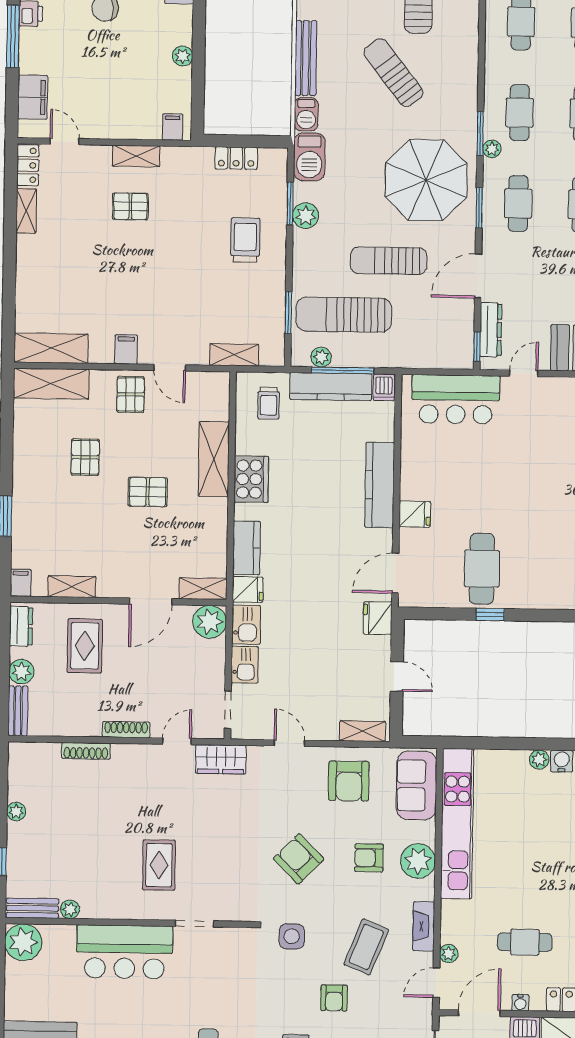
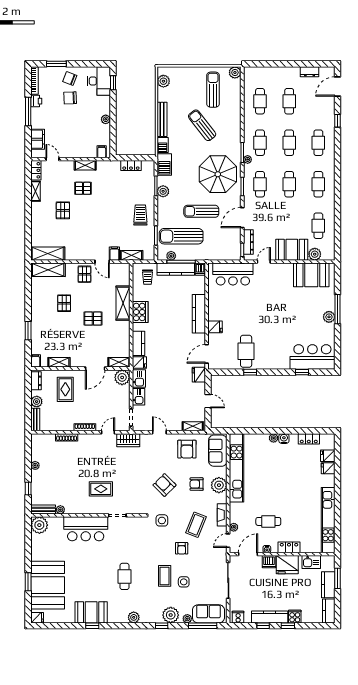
trolley: (245, 240) -> (140, 215), moved
pallet: (86, 254) -> (63, 210), added
filing cabinet: (126, 349) -> (114, 254), moved
rug: (159, 865) -> (101, 489), turned 90

